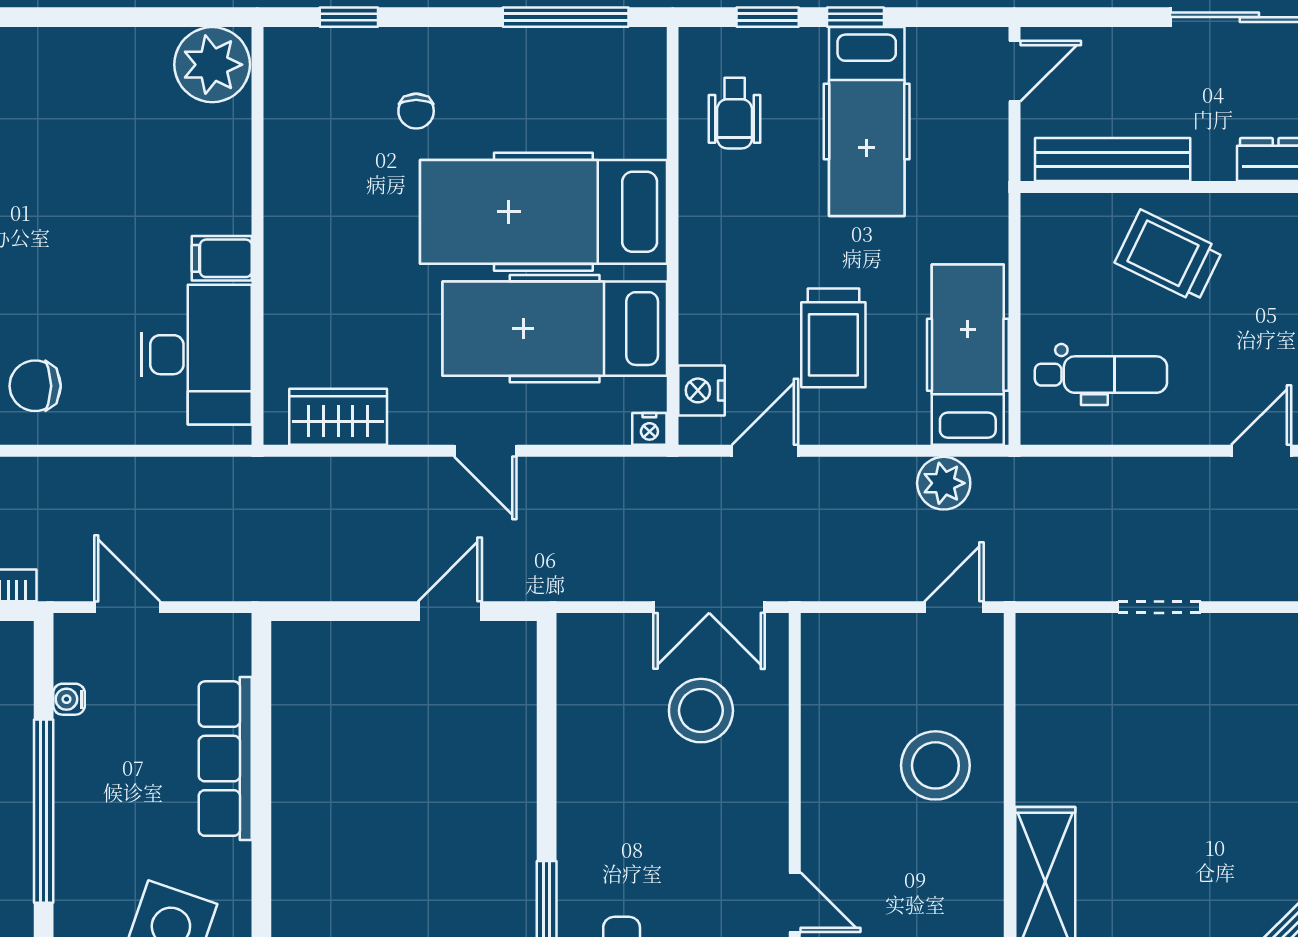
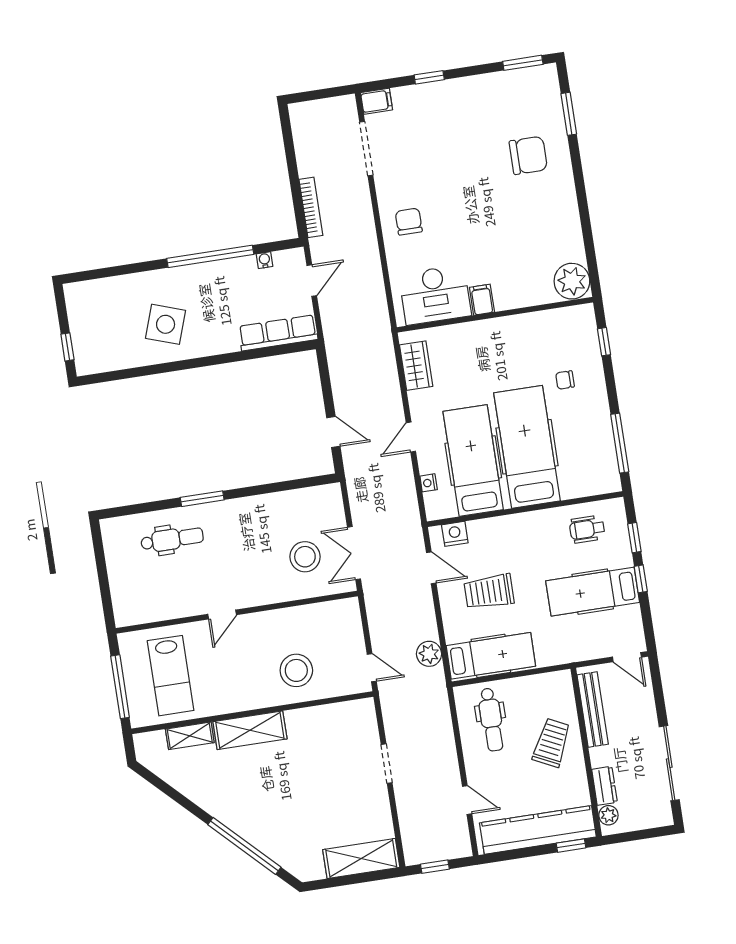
nightstand: (649, 429) -> (429, 483), moved
row of seats: (225, 759) -> (278, 333), moved

